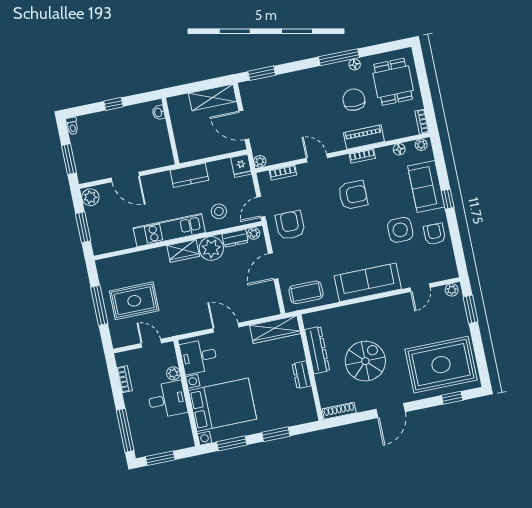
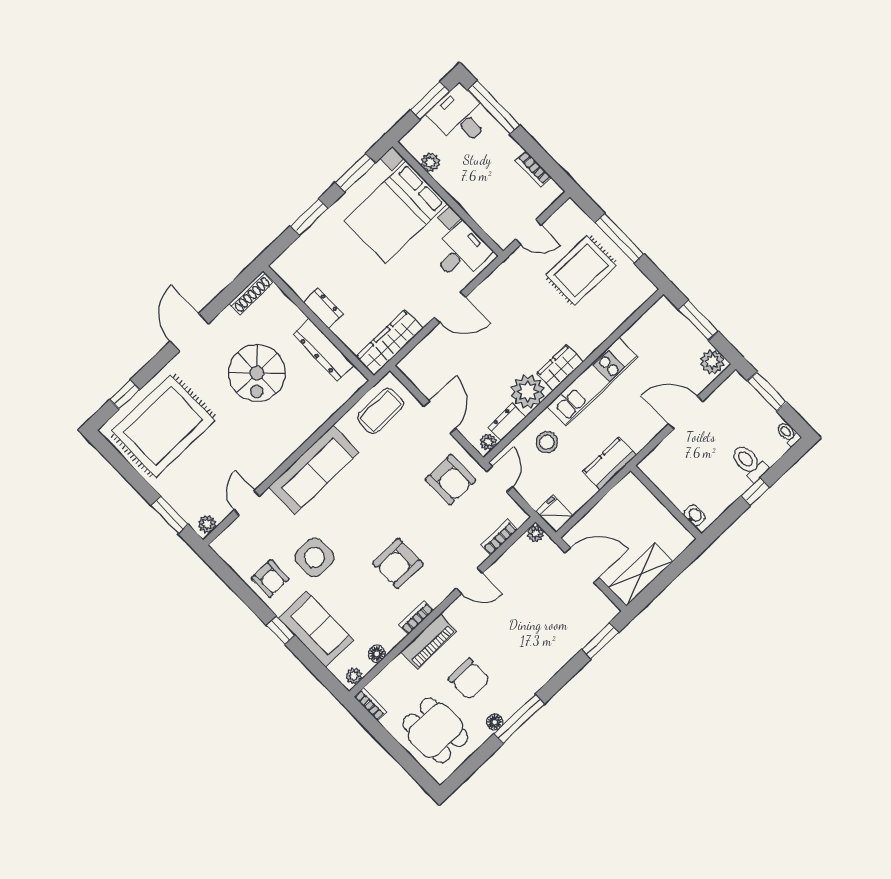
toilet: (106, 123) -> (749, 463), added
plant: (173, 373) -> (430, 162), moved
desk: (167, 400) -> (460, 116), moved, turned 90

